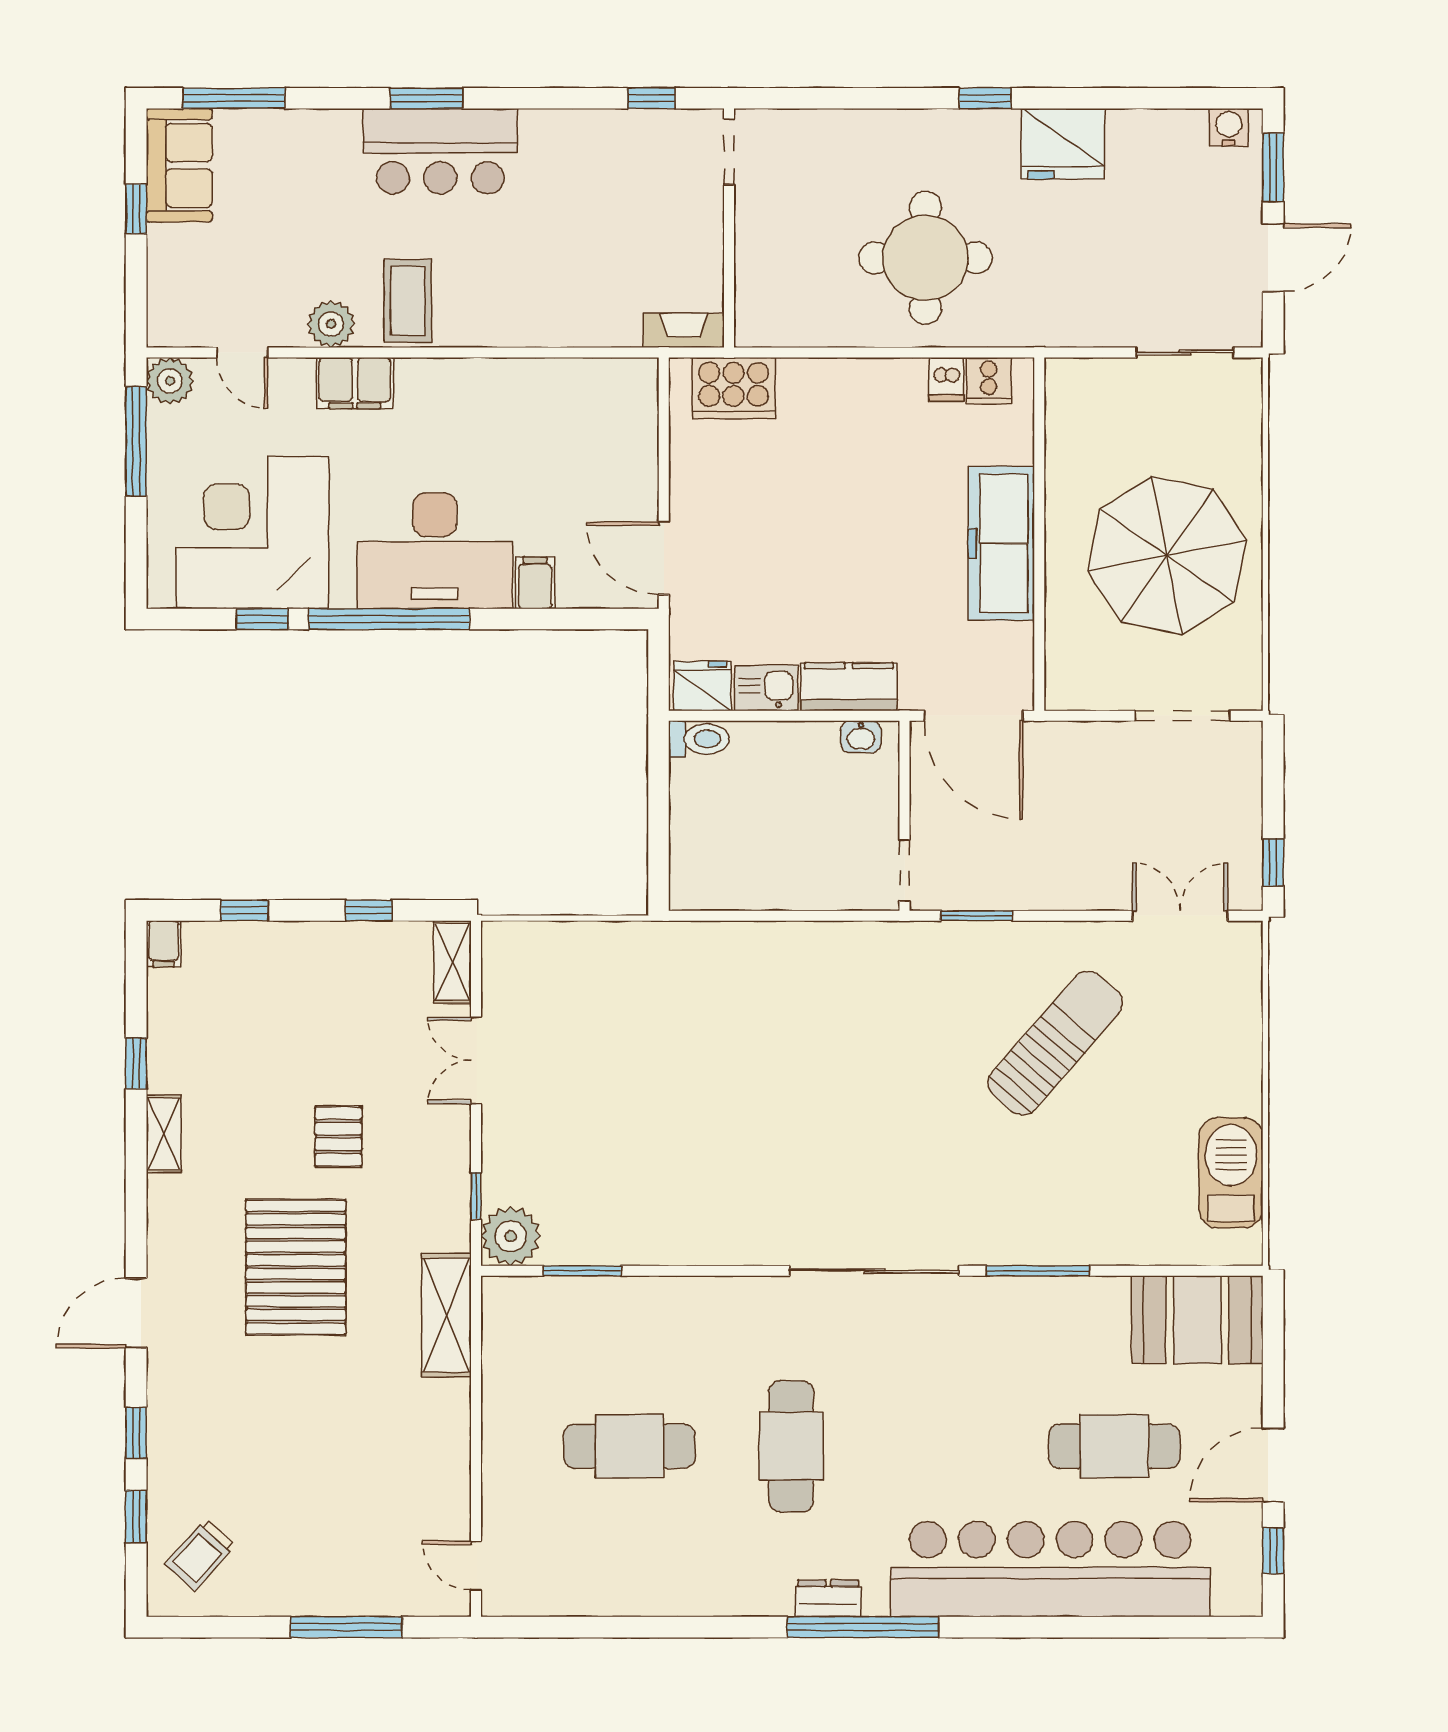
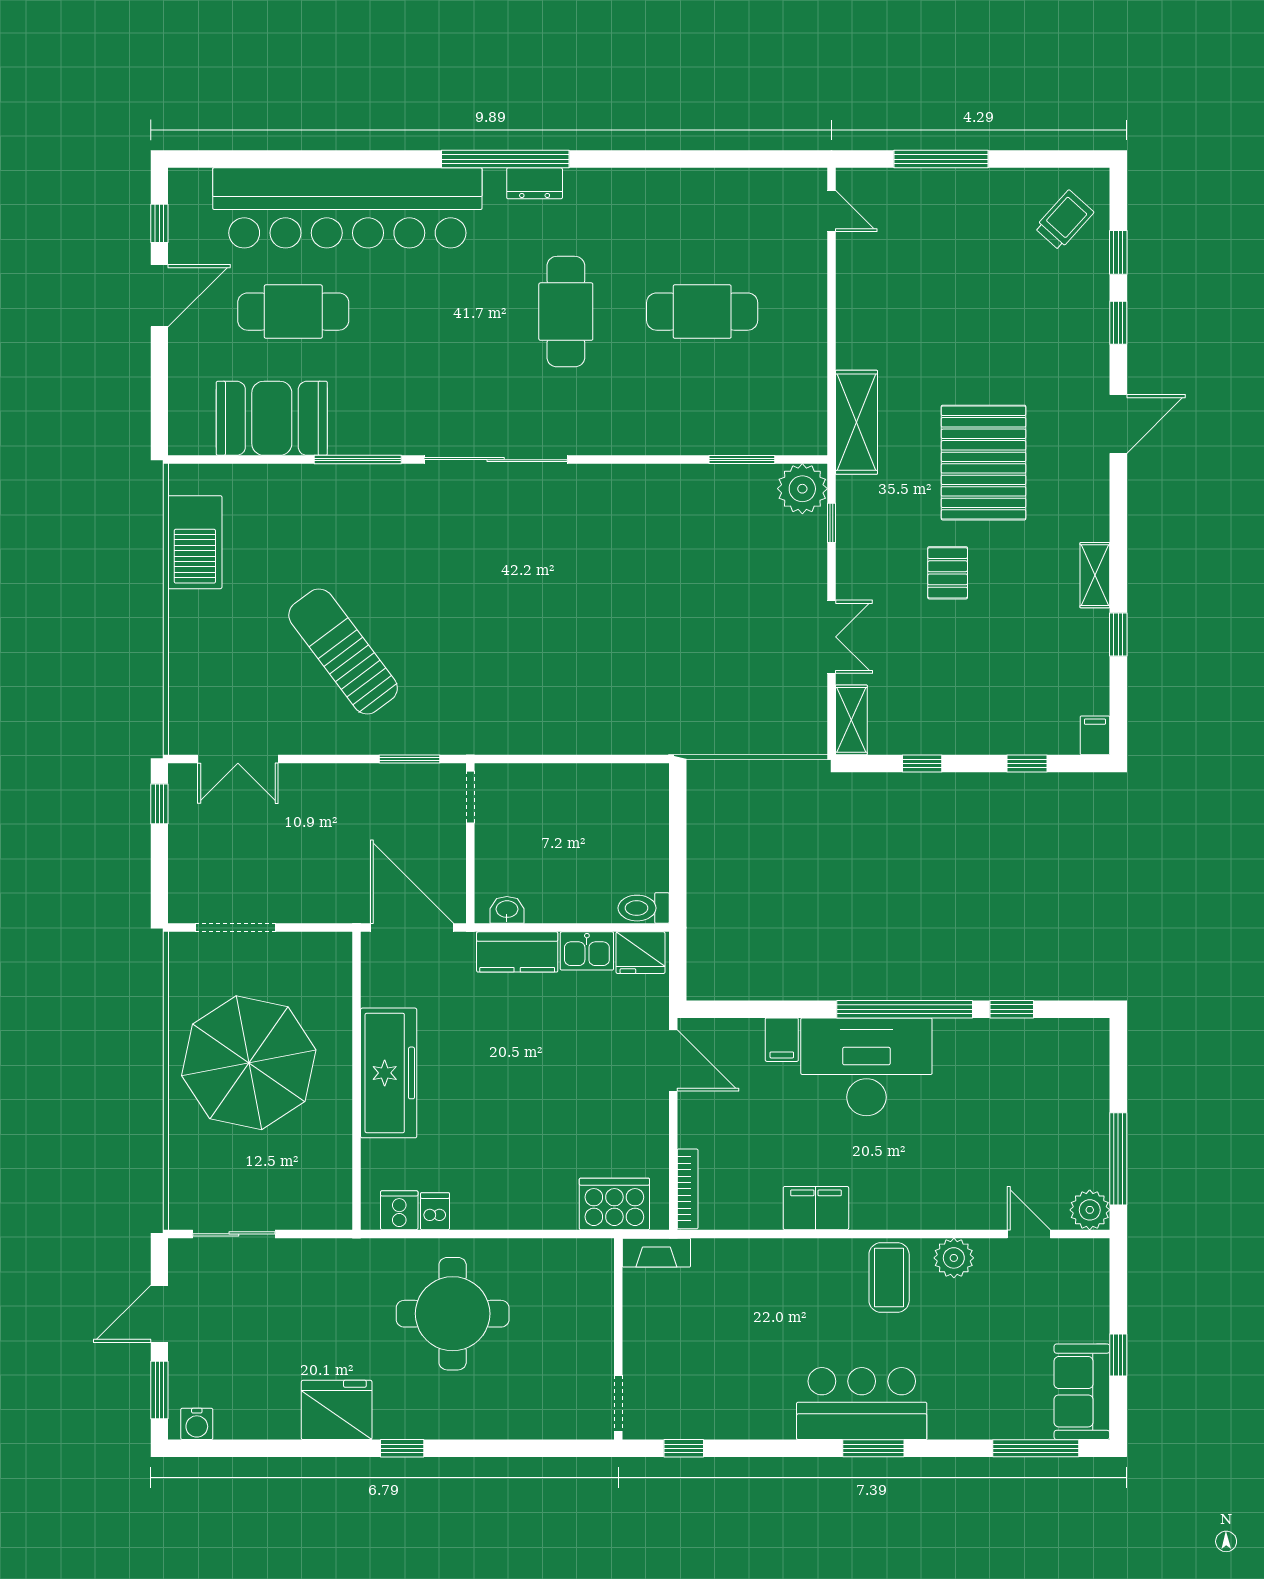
filing cabinet: (355, 383) -> (816, 1208), moved
bookcase: (647, 406) -> (688, 1189), added
corner desk: (253, 533) -> (1020, 1082), removed
sun lounger: (1055, 1043) -> (343, 652), turned 102
booth: (1197, 1320) -> (272, 418), moved

